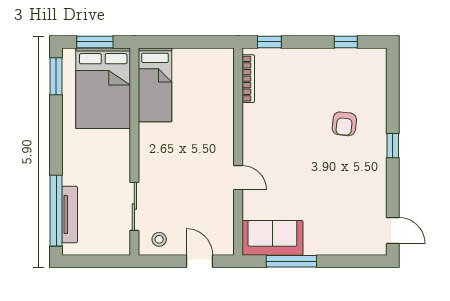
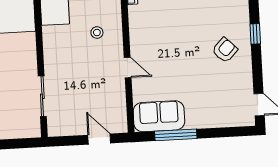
armchair: (344, 124) -> (225, 50), moved, turned -142
stool: (159, 239) -> (97, 33), moved

